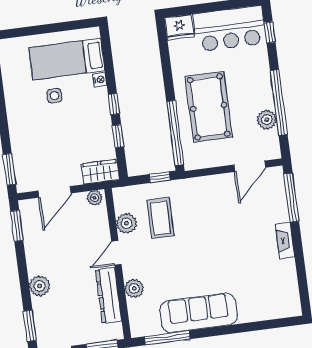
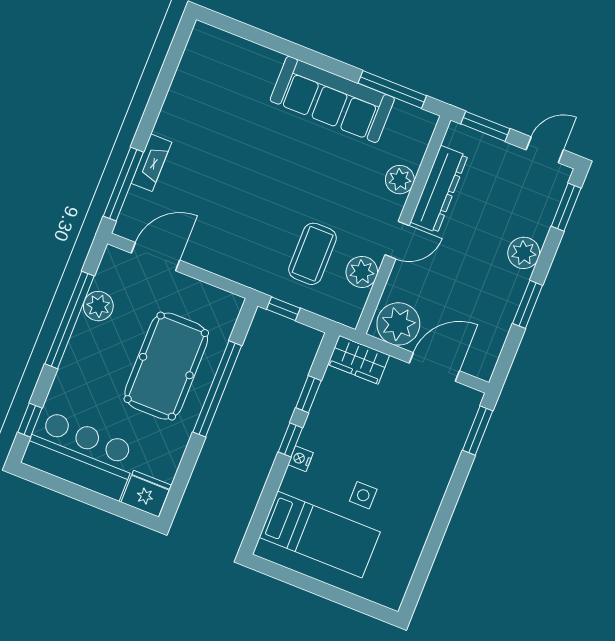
nightstand: (100, 80) -> (301, 459), moved
window: (175, 133) -> (217, 389), moved
plant: (95, 198) -> (398, 324), width x1.87, depth x1.87
window: (17, 226) -> (528, 304), moved
fireplace: (285, 240) -> (151, 163), moved

